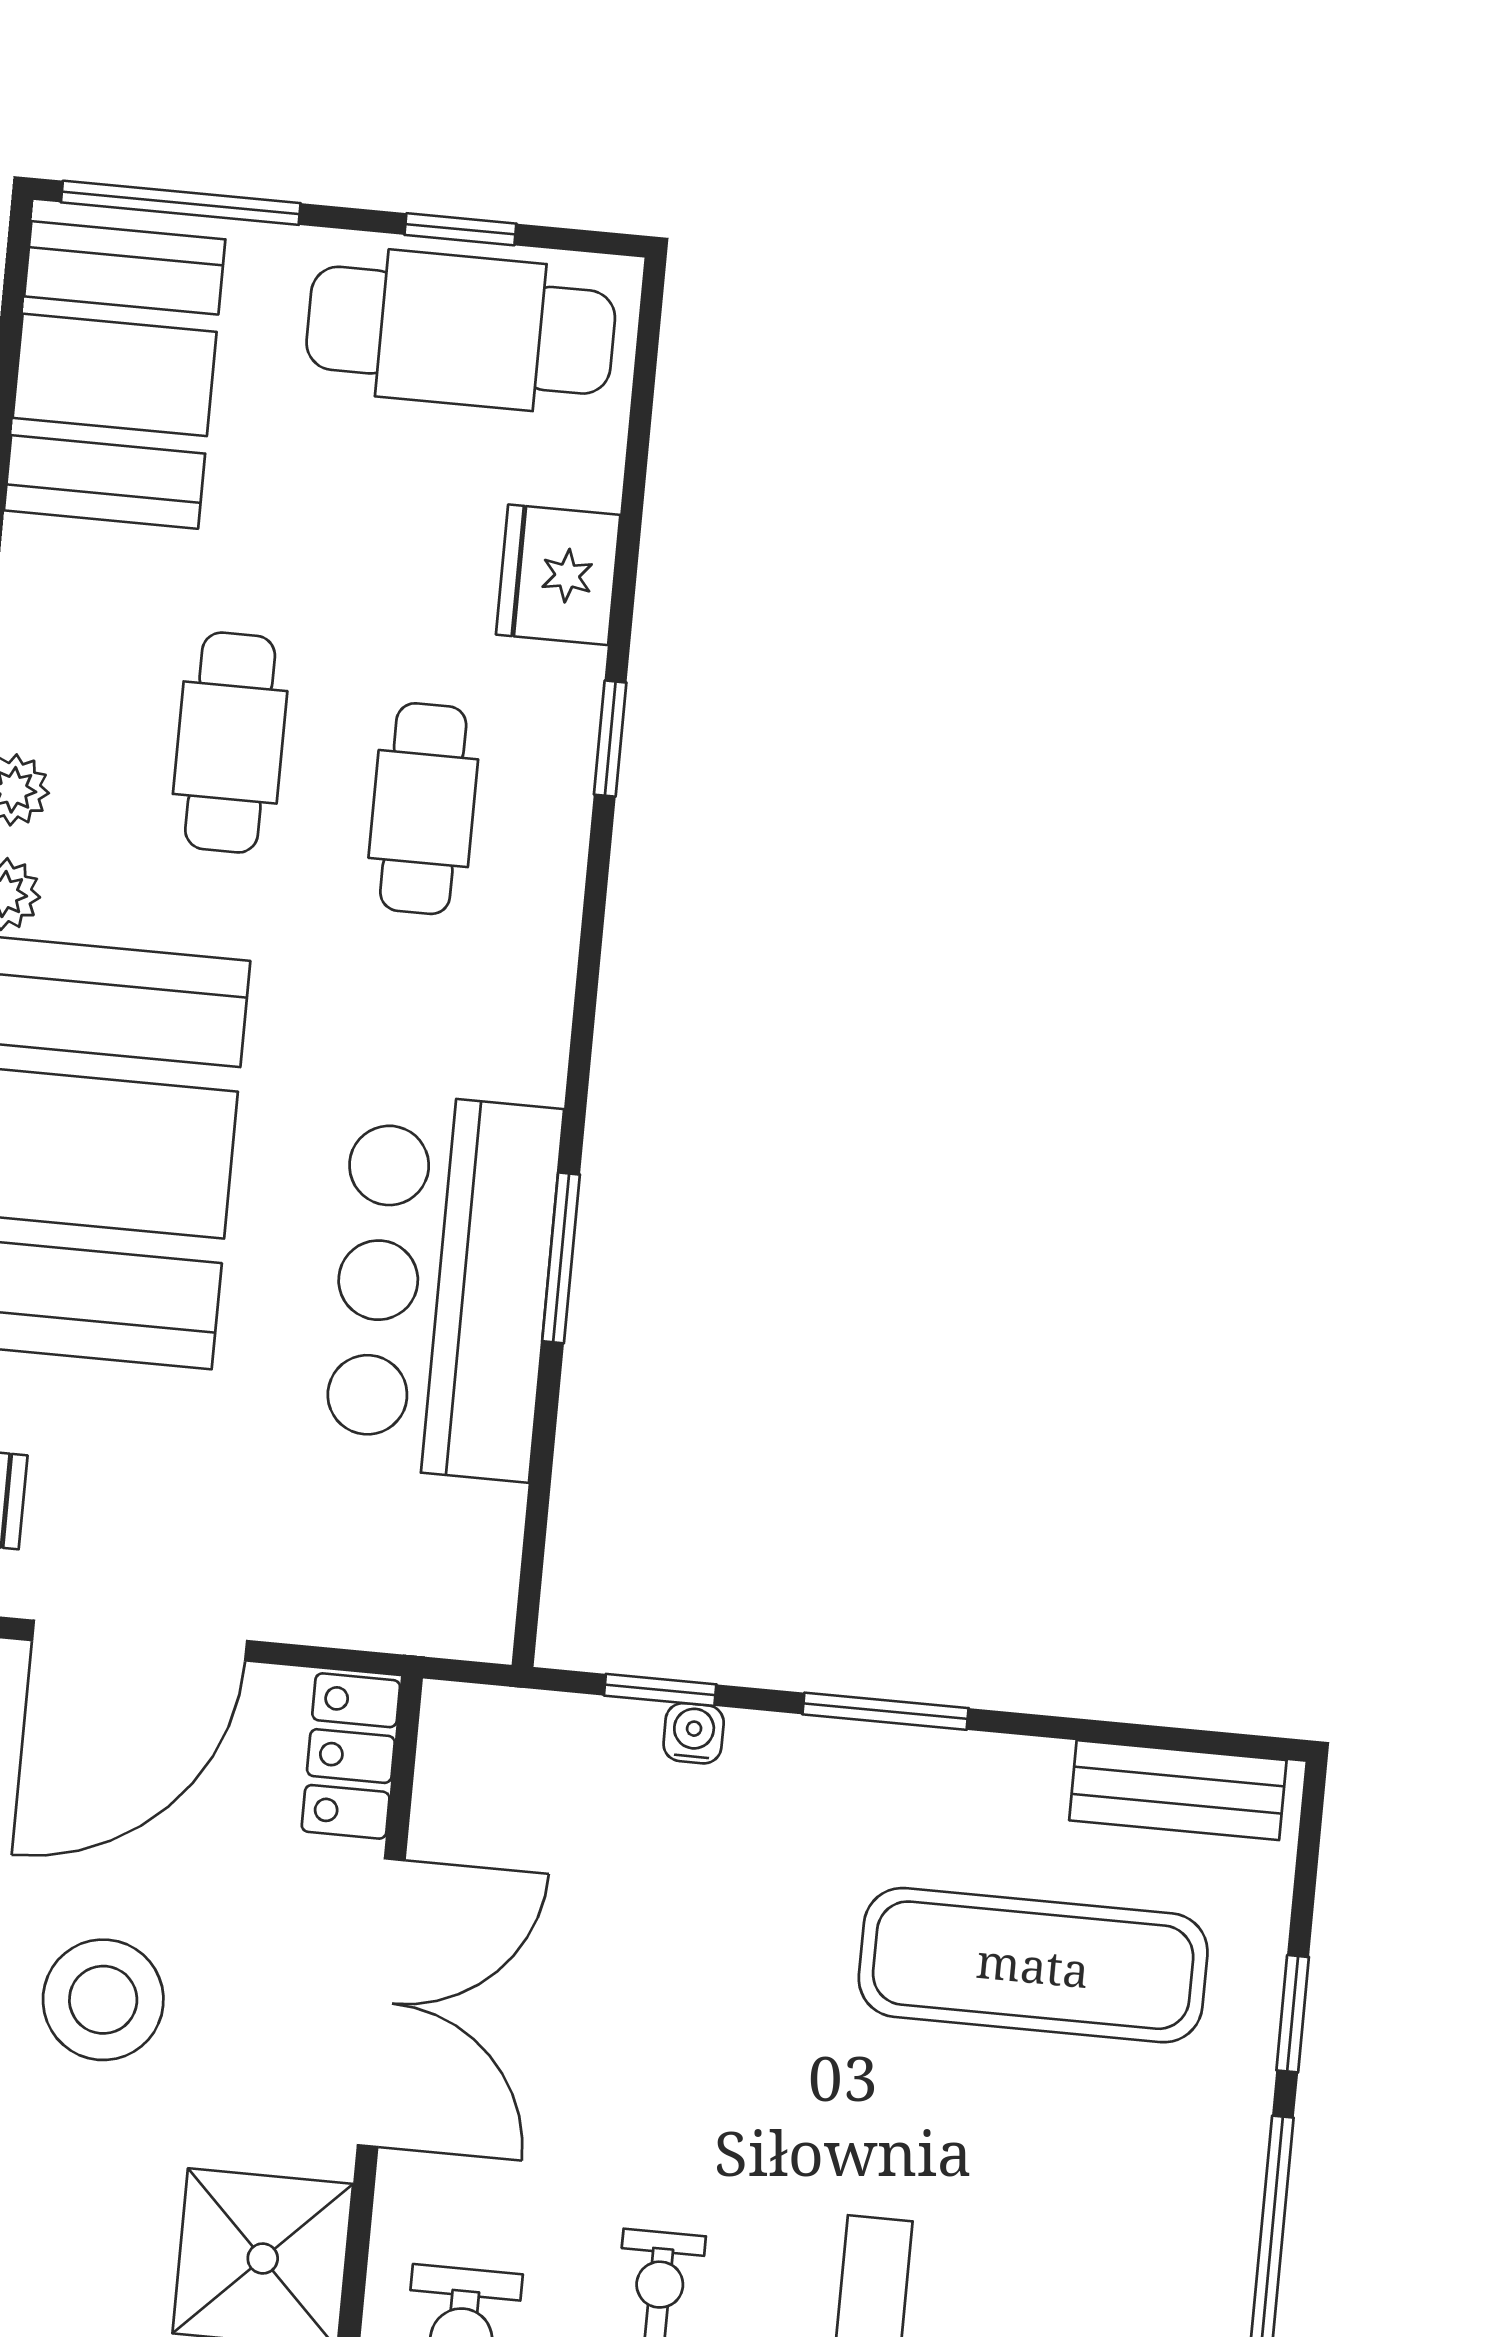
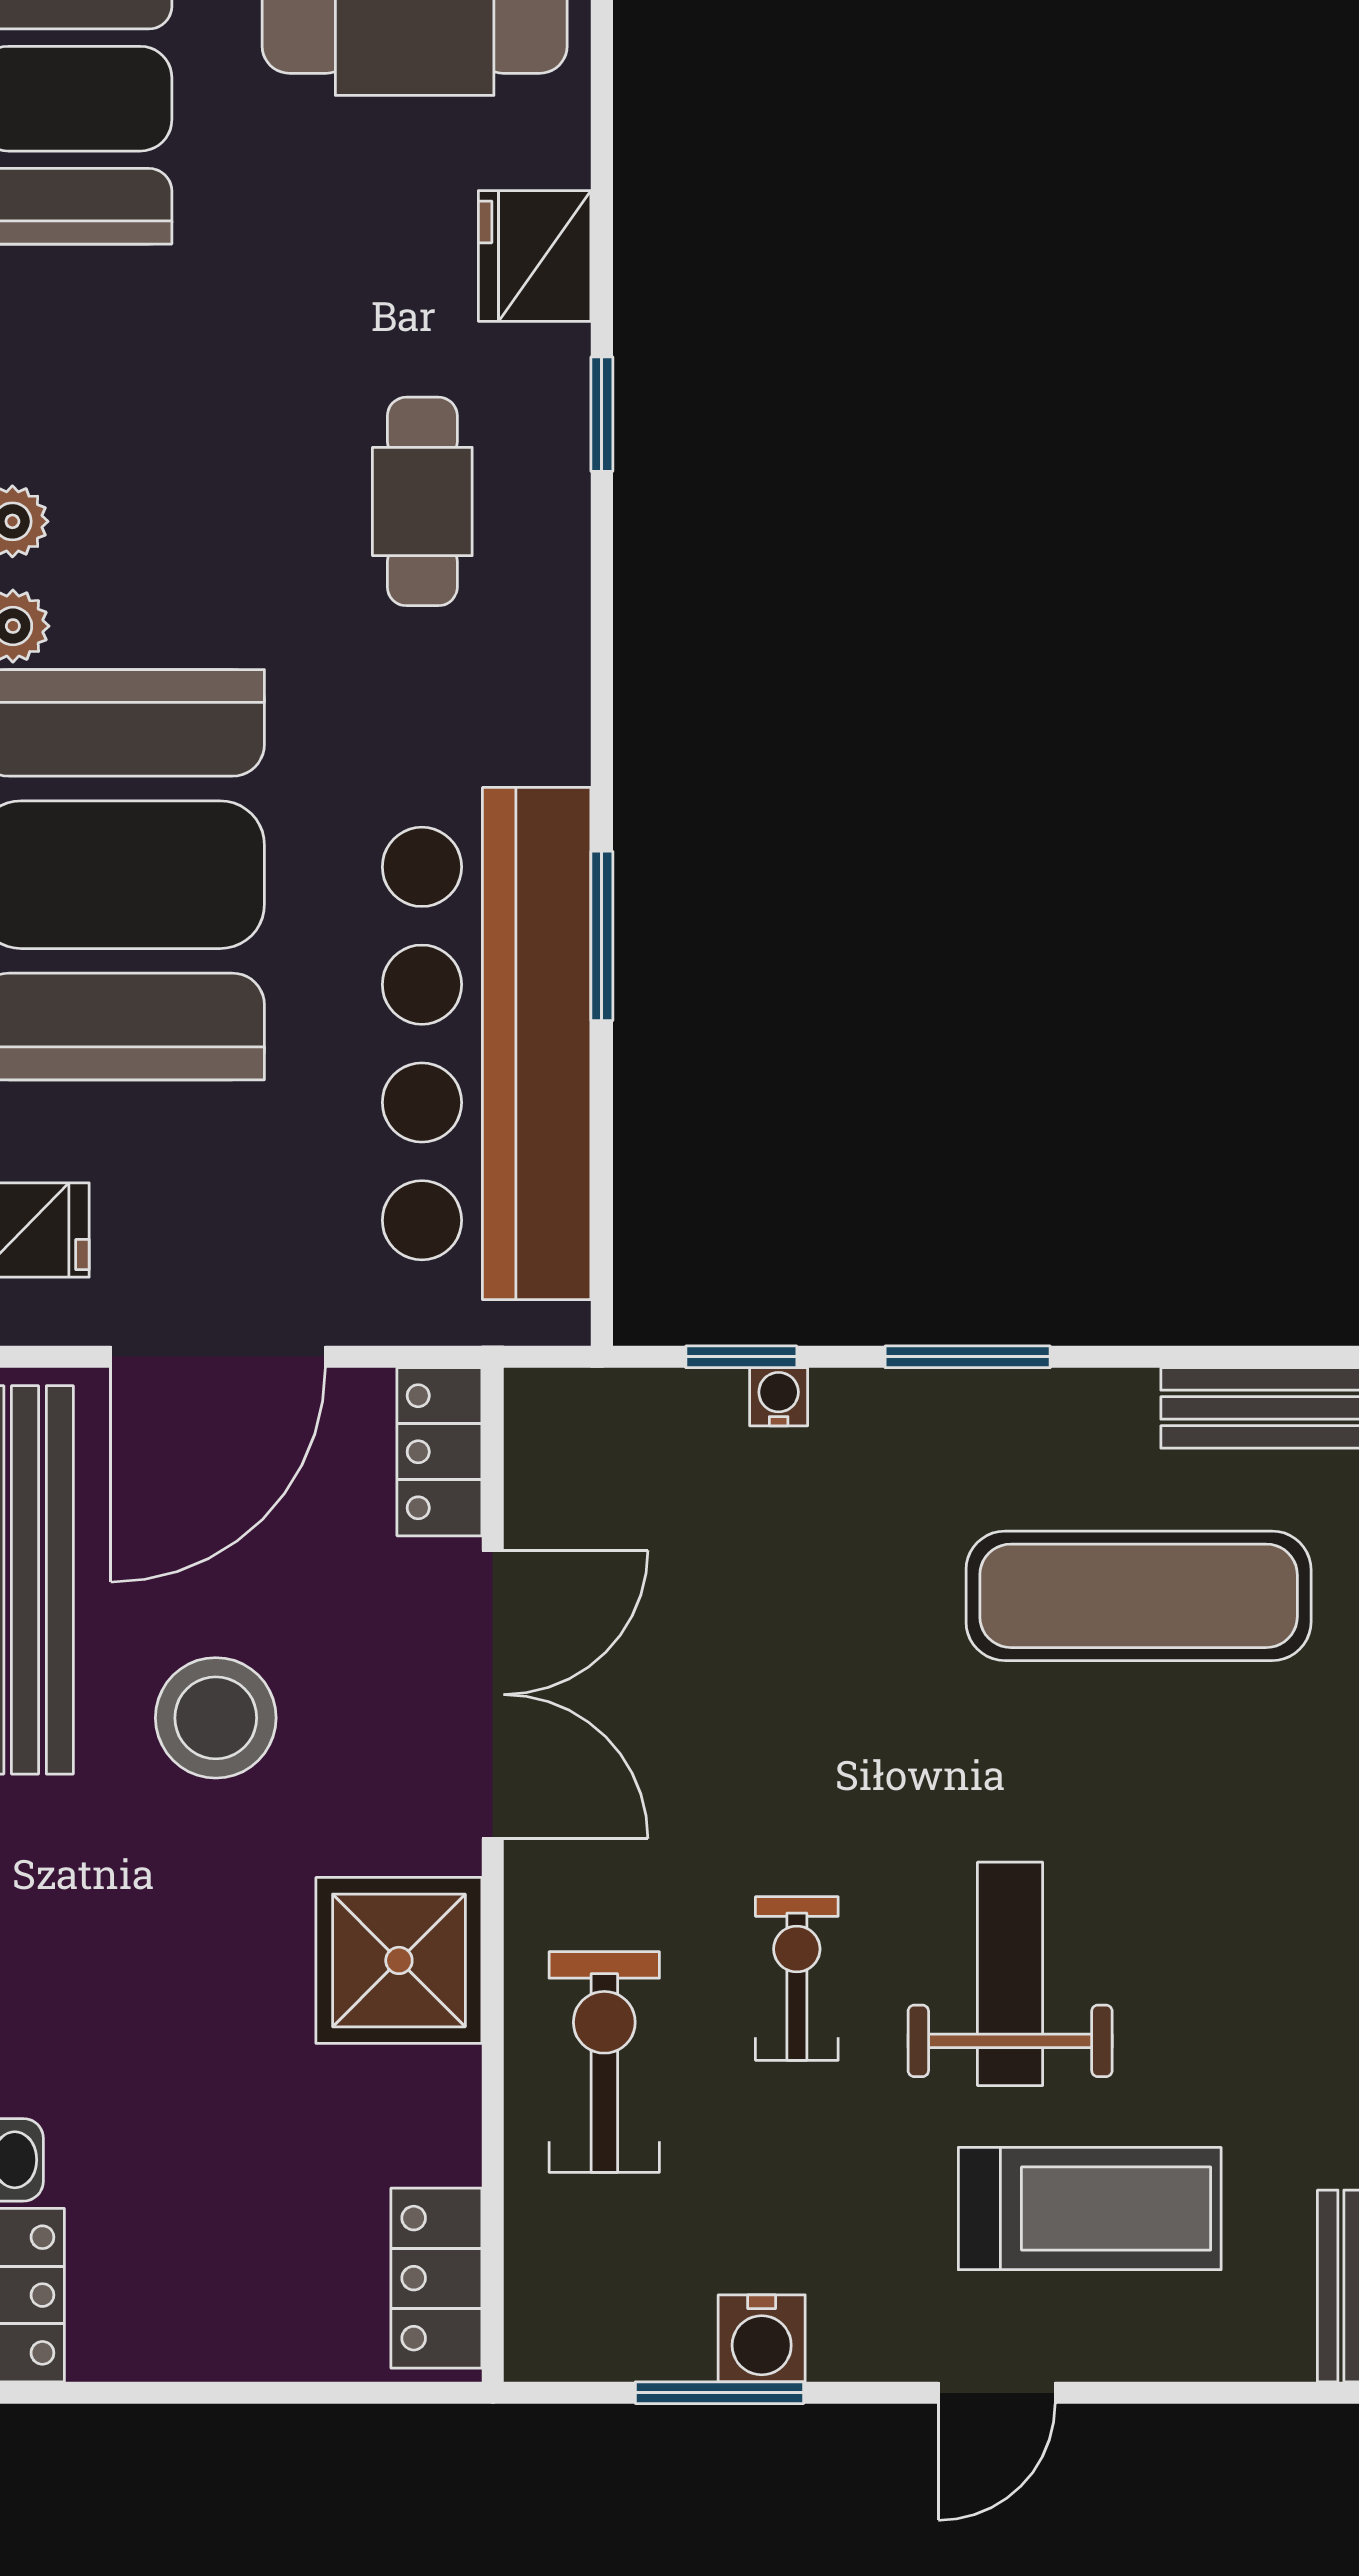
cafe table: (230, 743) -> (224, 454), removed
bar counter: (443, 1286) -> (487, 1044), width x1.36

